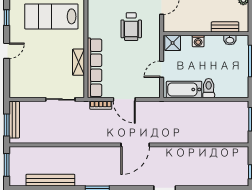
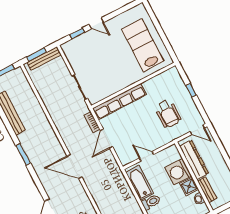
window: (7, 18) -> (77, 33), moved
dresser: (189, 25) -> (194, 160), added
wheelchair: (131, 27) -> (168, 114), turned -90
washing machine: (198, 41) -> (178, 172), width x1.89, depth x1.89
shower: (173, 43) -> (189, 186), moved
shelving: (78, 62) -> (117, 86), removed

